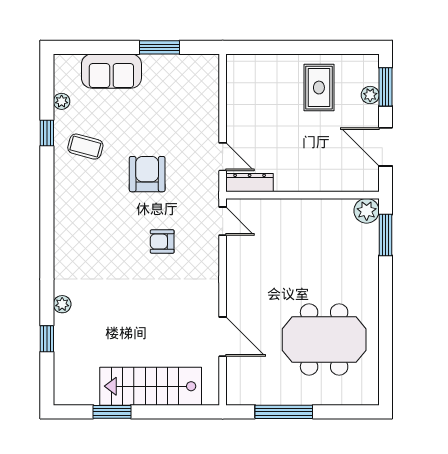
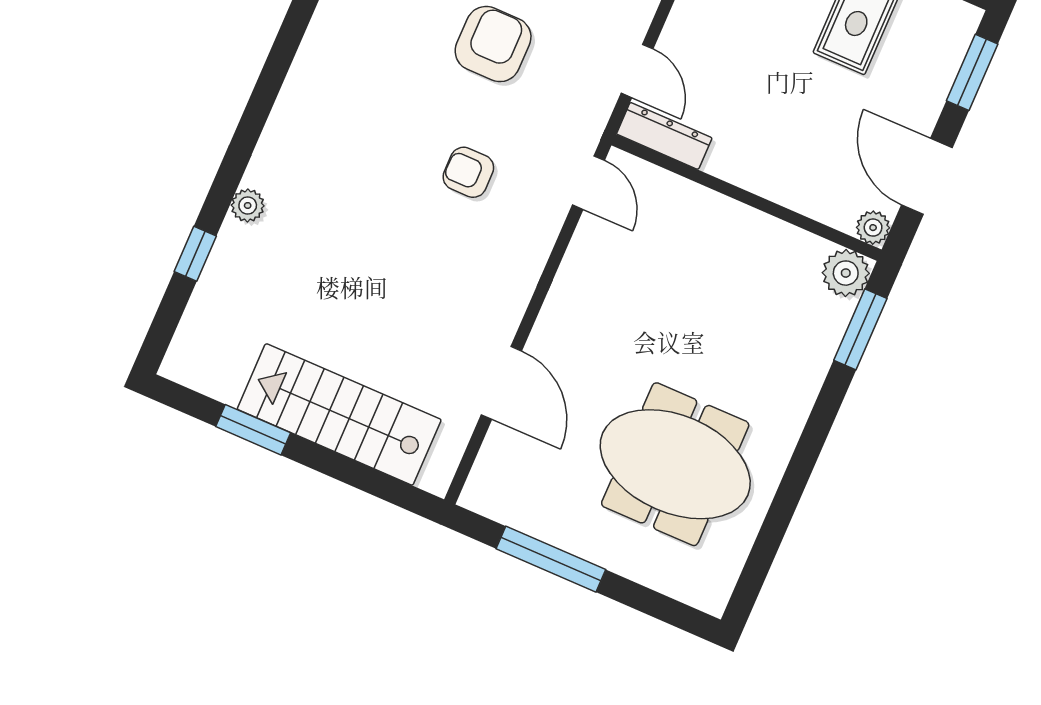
plant: (370, 95) -> (873, 228), moved

